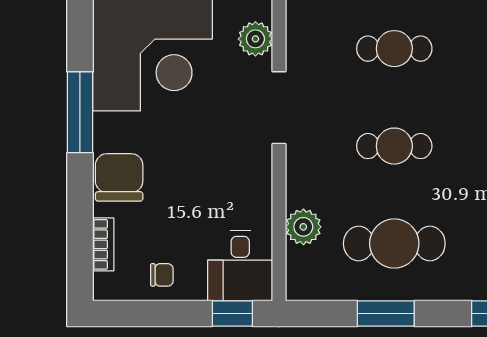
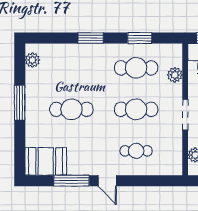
doorway: (279, 108) -> (185, 115), moved
cafe table: (394, 146) -> (136, 109), width x1.37, depth x1.35

